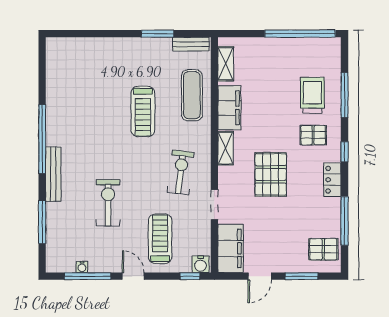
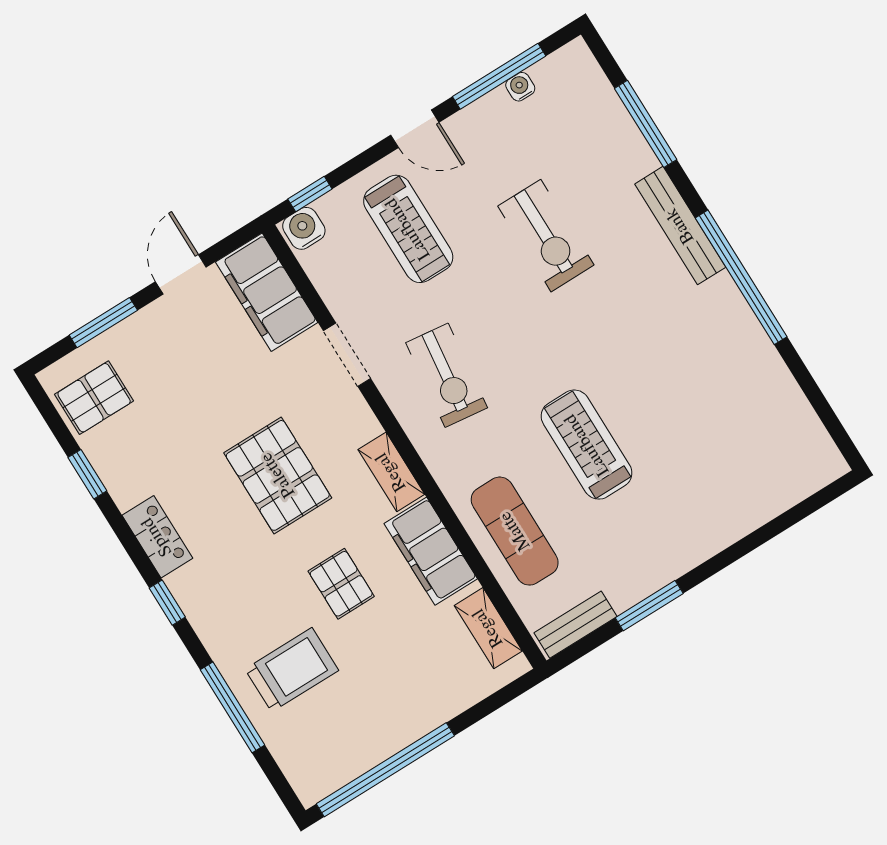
trolley: (312, 95) -> (292, 670), turned -90
pallet: (313, 135) -> (341, 584), moved, turned 90
window: (344, 221) -> (87, 474), width x0.46

